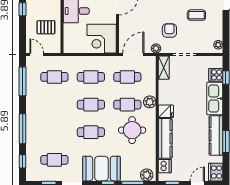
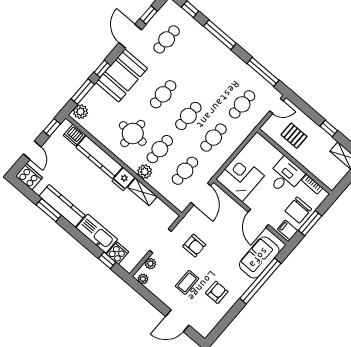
pallet: (46, 27) -> (294, 136), turned 90
plant: (156, 48) -> (150, 264), moved
shelving: (164, 68) -> (142, 192), moved

